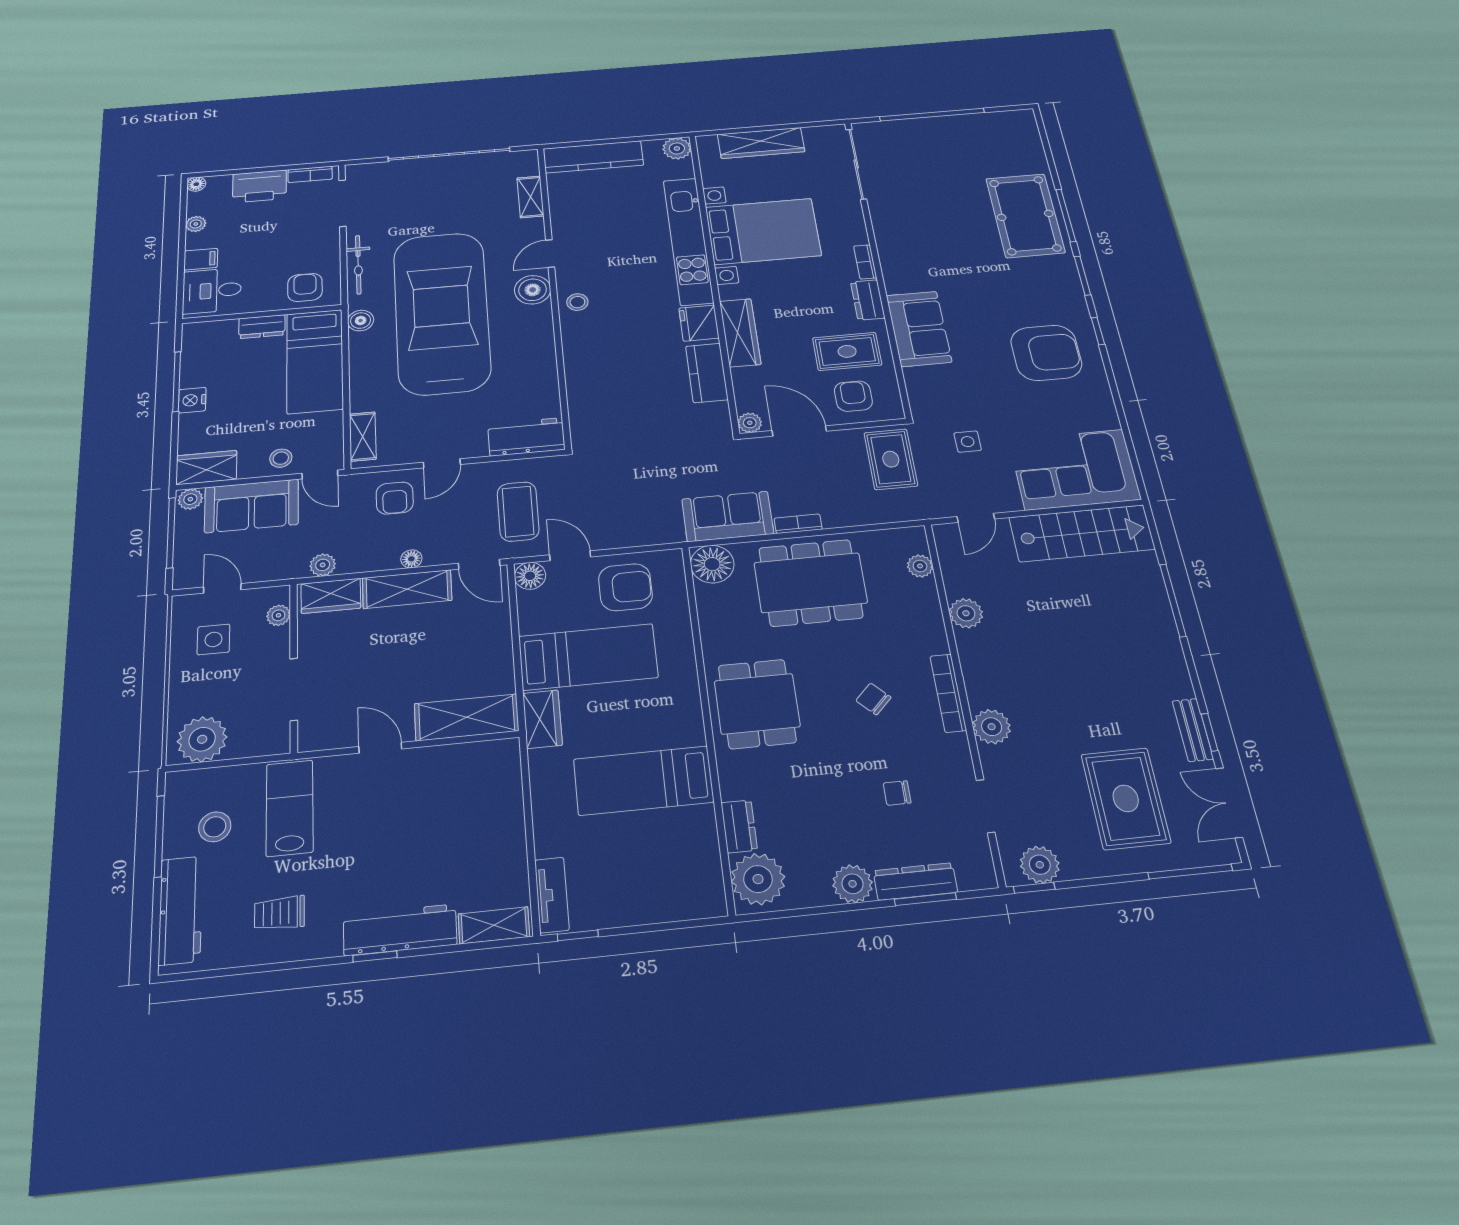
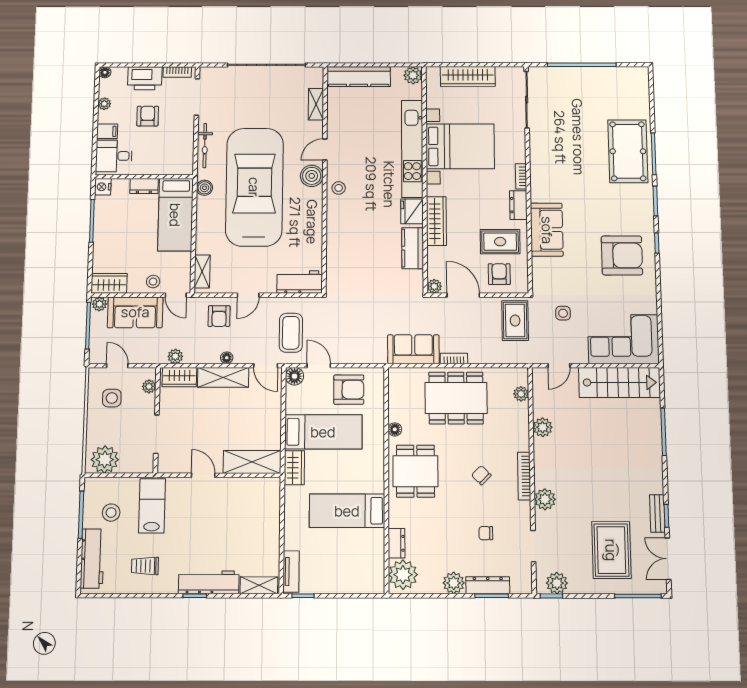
armchair: (305, 287) -> (148, 116), moved
nightstand: (192, 400) -> (103, 187), moved
floor lamp: (712, 564) -> (395, 429), moved, width x0.53, depth x0.53

